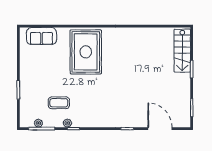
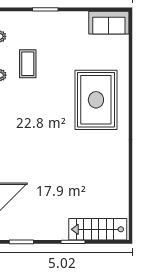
sofa: (41, 36) -> (109, 23), moved, turned -90
rug: (86, 52) -> (96, 100), turned 90

